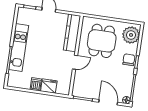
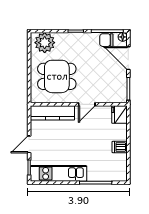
kitchen unit: (19, 47) -> (59, 173), moved
chair: (129, 60) -> (106, 40), moved
door: (75, 62) -> (87, 104), swing flipped
fridge: (49, 86) -> (119, 114), moved
door: (108, 102) -> (128, 58), hinge flipped

